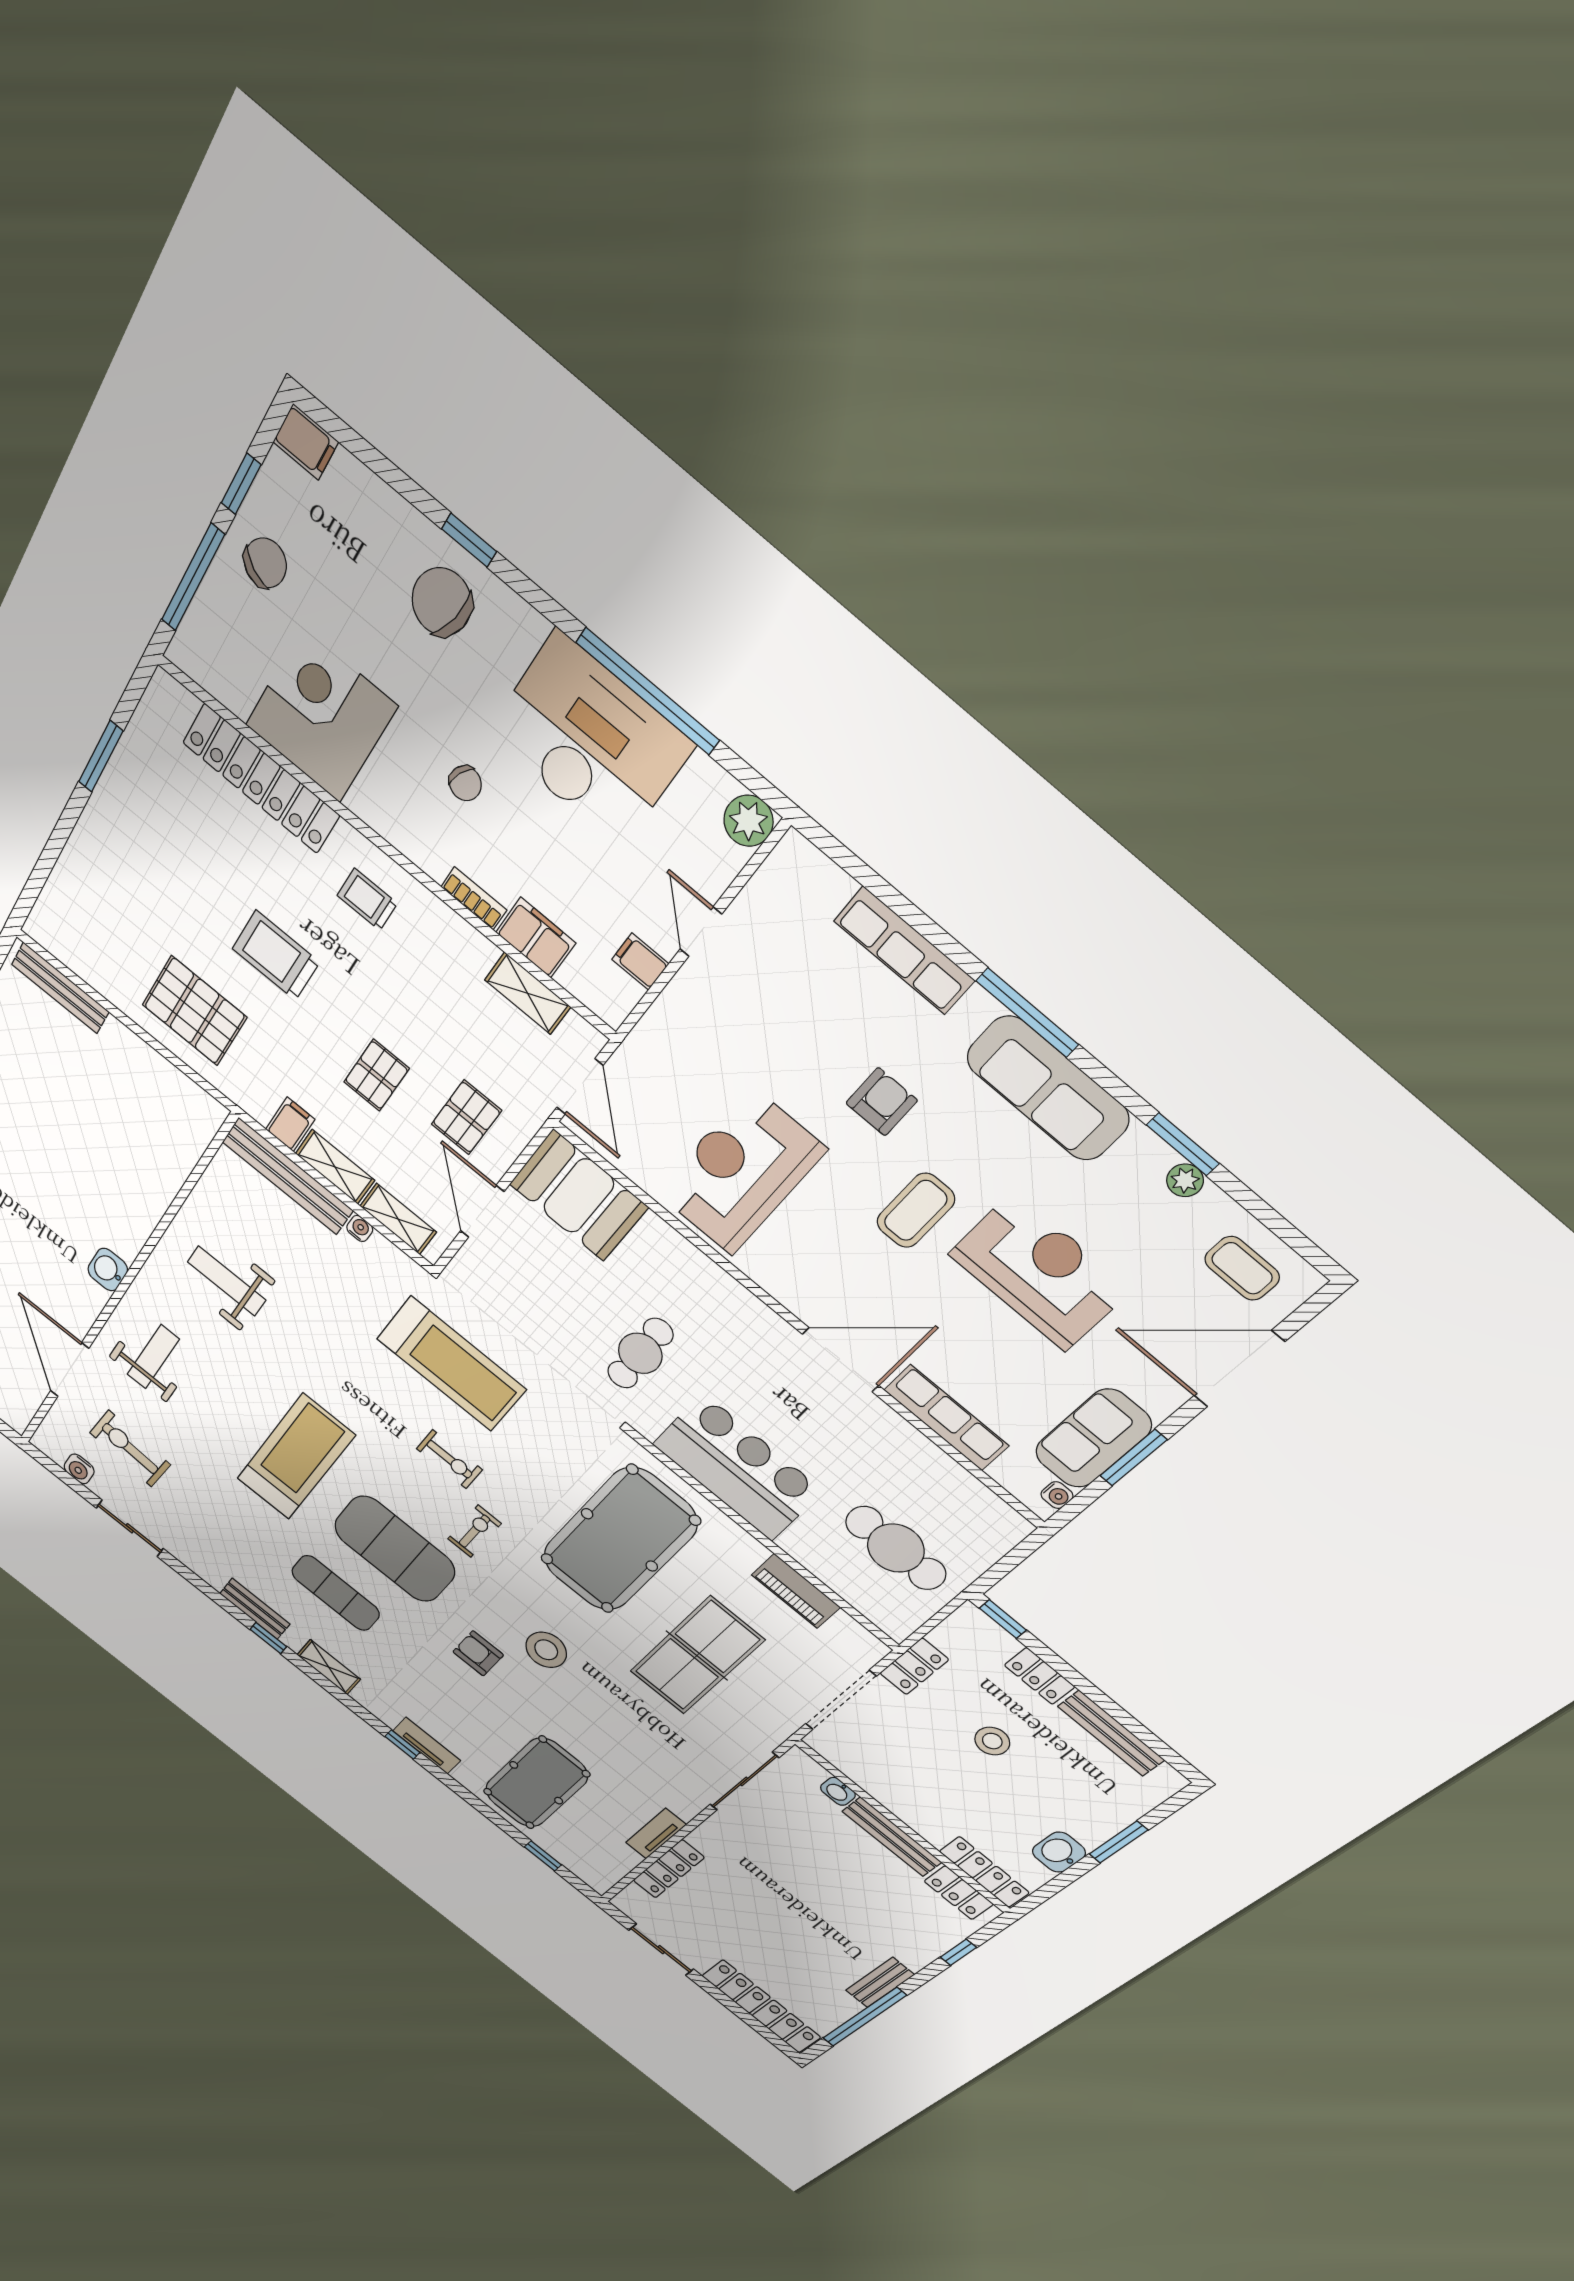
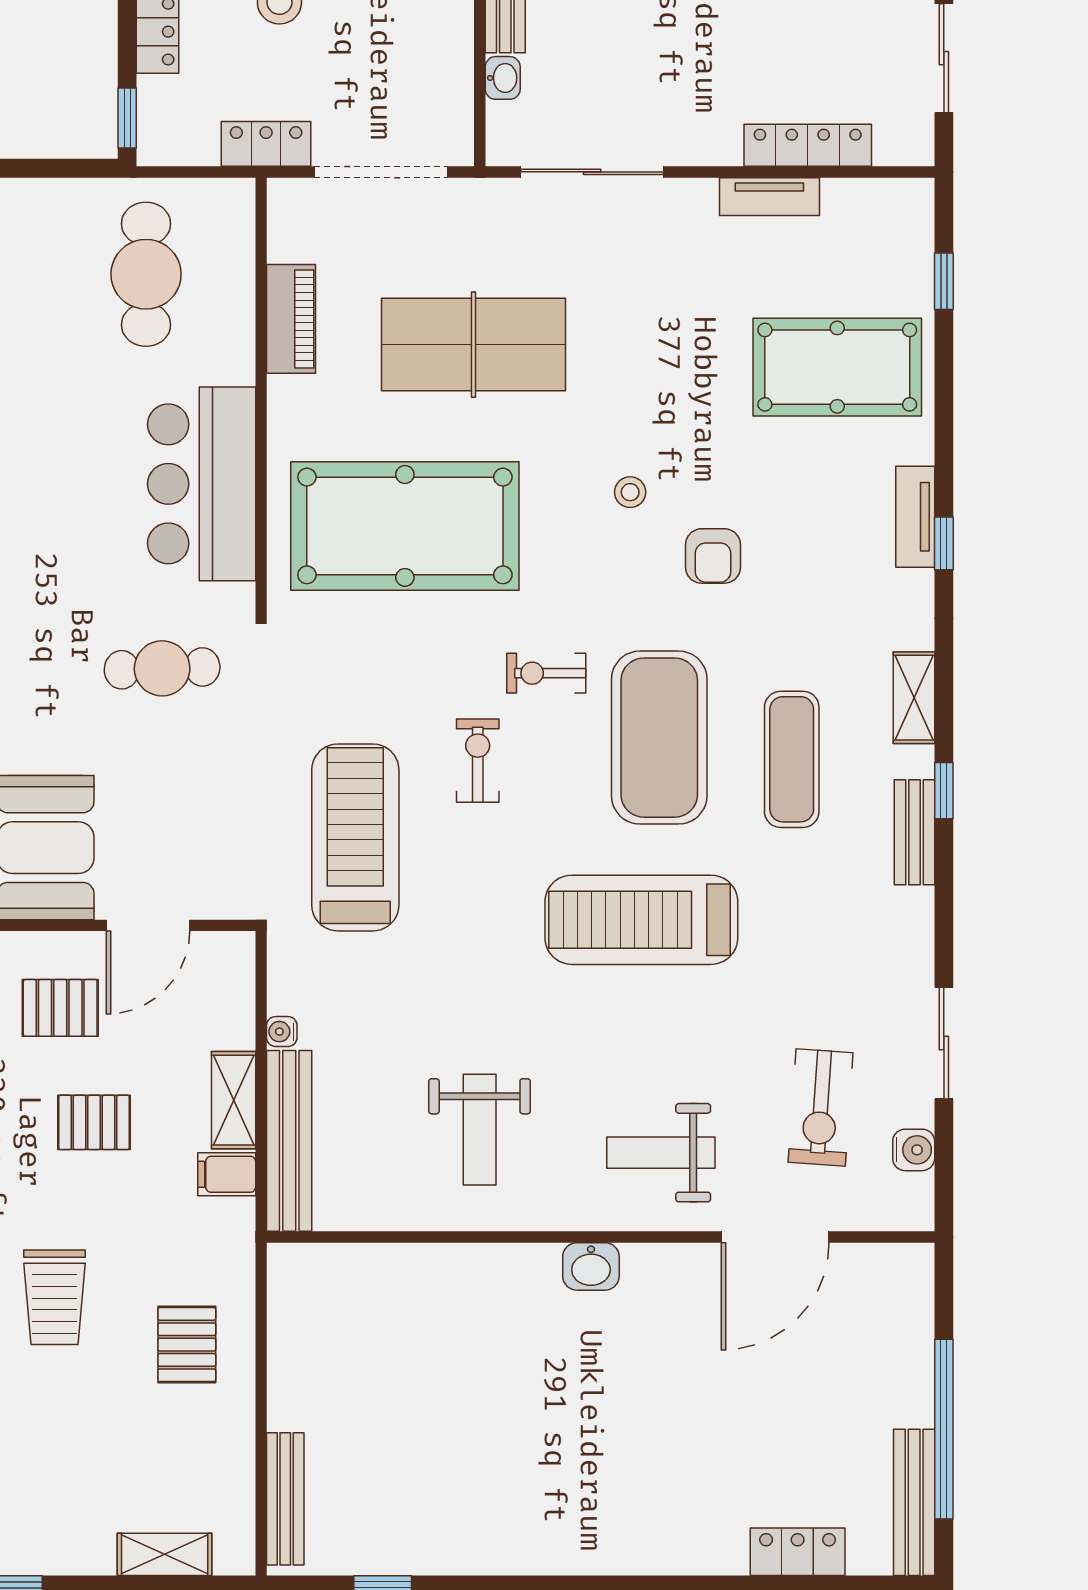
pallet: (194, 1011) -> (187, 1345), width x0.67, depth x0.71
shelving: (398, 1219) -> (165, 1554), moved, turned 90
stool: (546, 1650) -> (630, 492), width x0.53, depth x0.53

